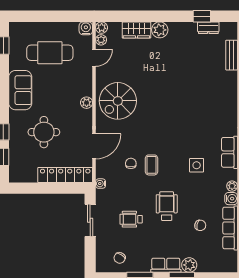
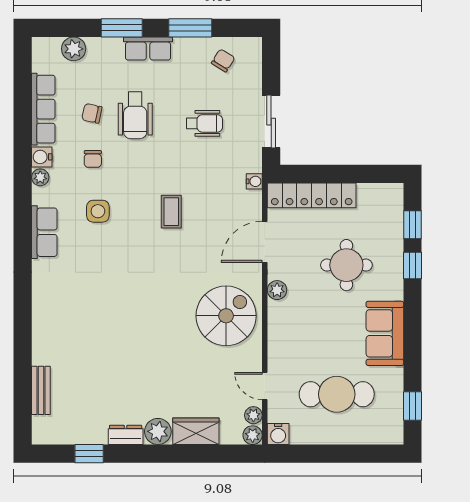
dresser: (208, 28) -> (126, 435), moved
door: (94, 58) -> (265, 386), hinge flipped
plant: (87, 103) -> (277, 290), moved
chair: (131, 163) -> (93, 159), moved
wheelchair: (167, 206) -> (135, 115), moved
plant: (189, 265) -> (74, 49), moved

